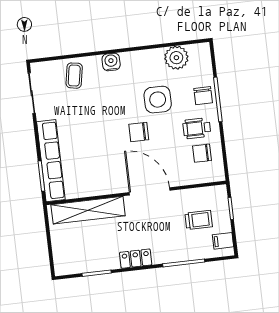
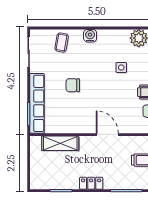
side table: (158, 100) -> (121, 67), width x0.54, depth x0.54
chair: (139, 132) -> (73, 85), moved
door: (150, 191) -> (107, 135), width x0.73
shelving: (88, 210) -> (60, 143), width x0.68

